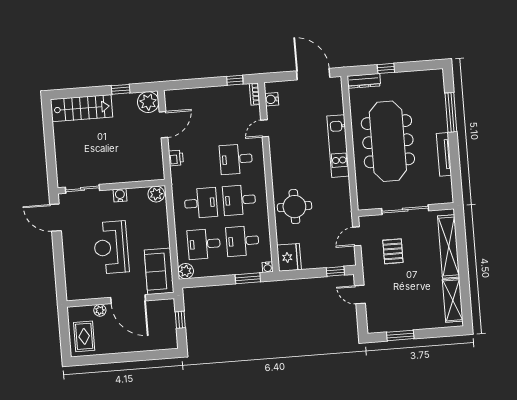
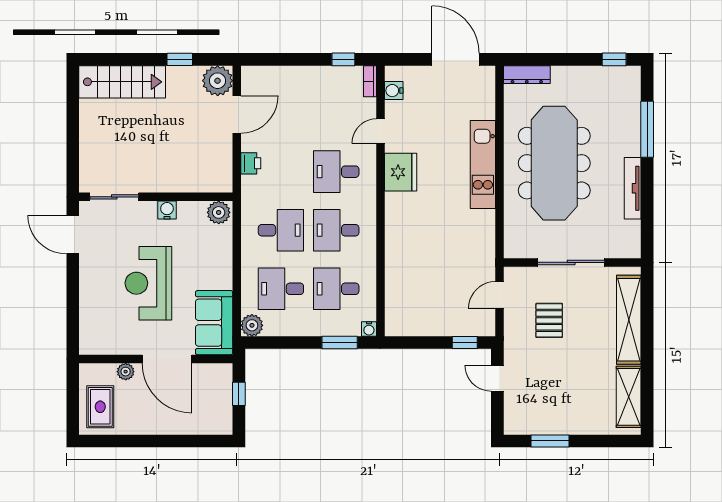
window: (386, 68) -> (614, 59), moved
round table: (294, 207) -> (414, 246), removed
fridge: (289, 257) -> (401, 172), moved

